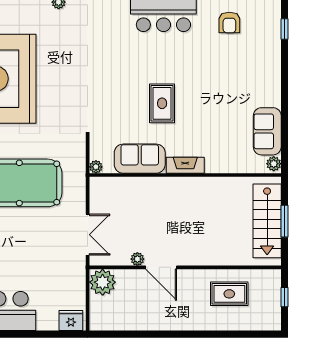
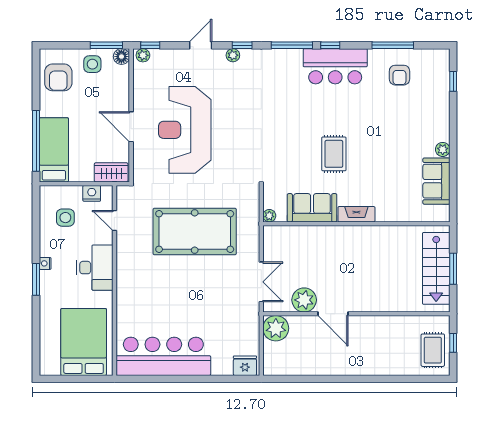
plant: (274, 164) -> (443, 149), moved
plant: (137, 259) -> (304, 300), width x1.88, depth x1.88
rug: (229, 294) -> (433, 350), moved, turned 90

